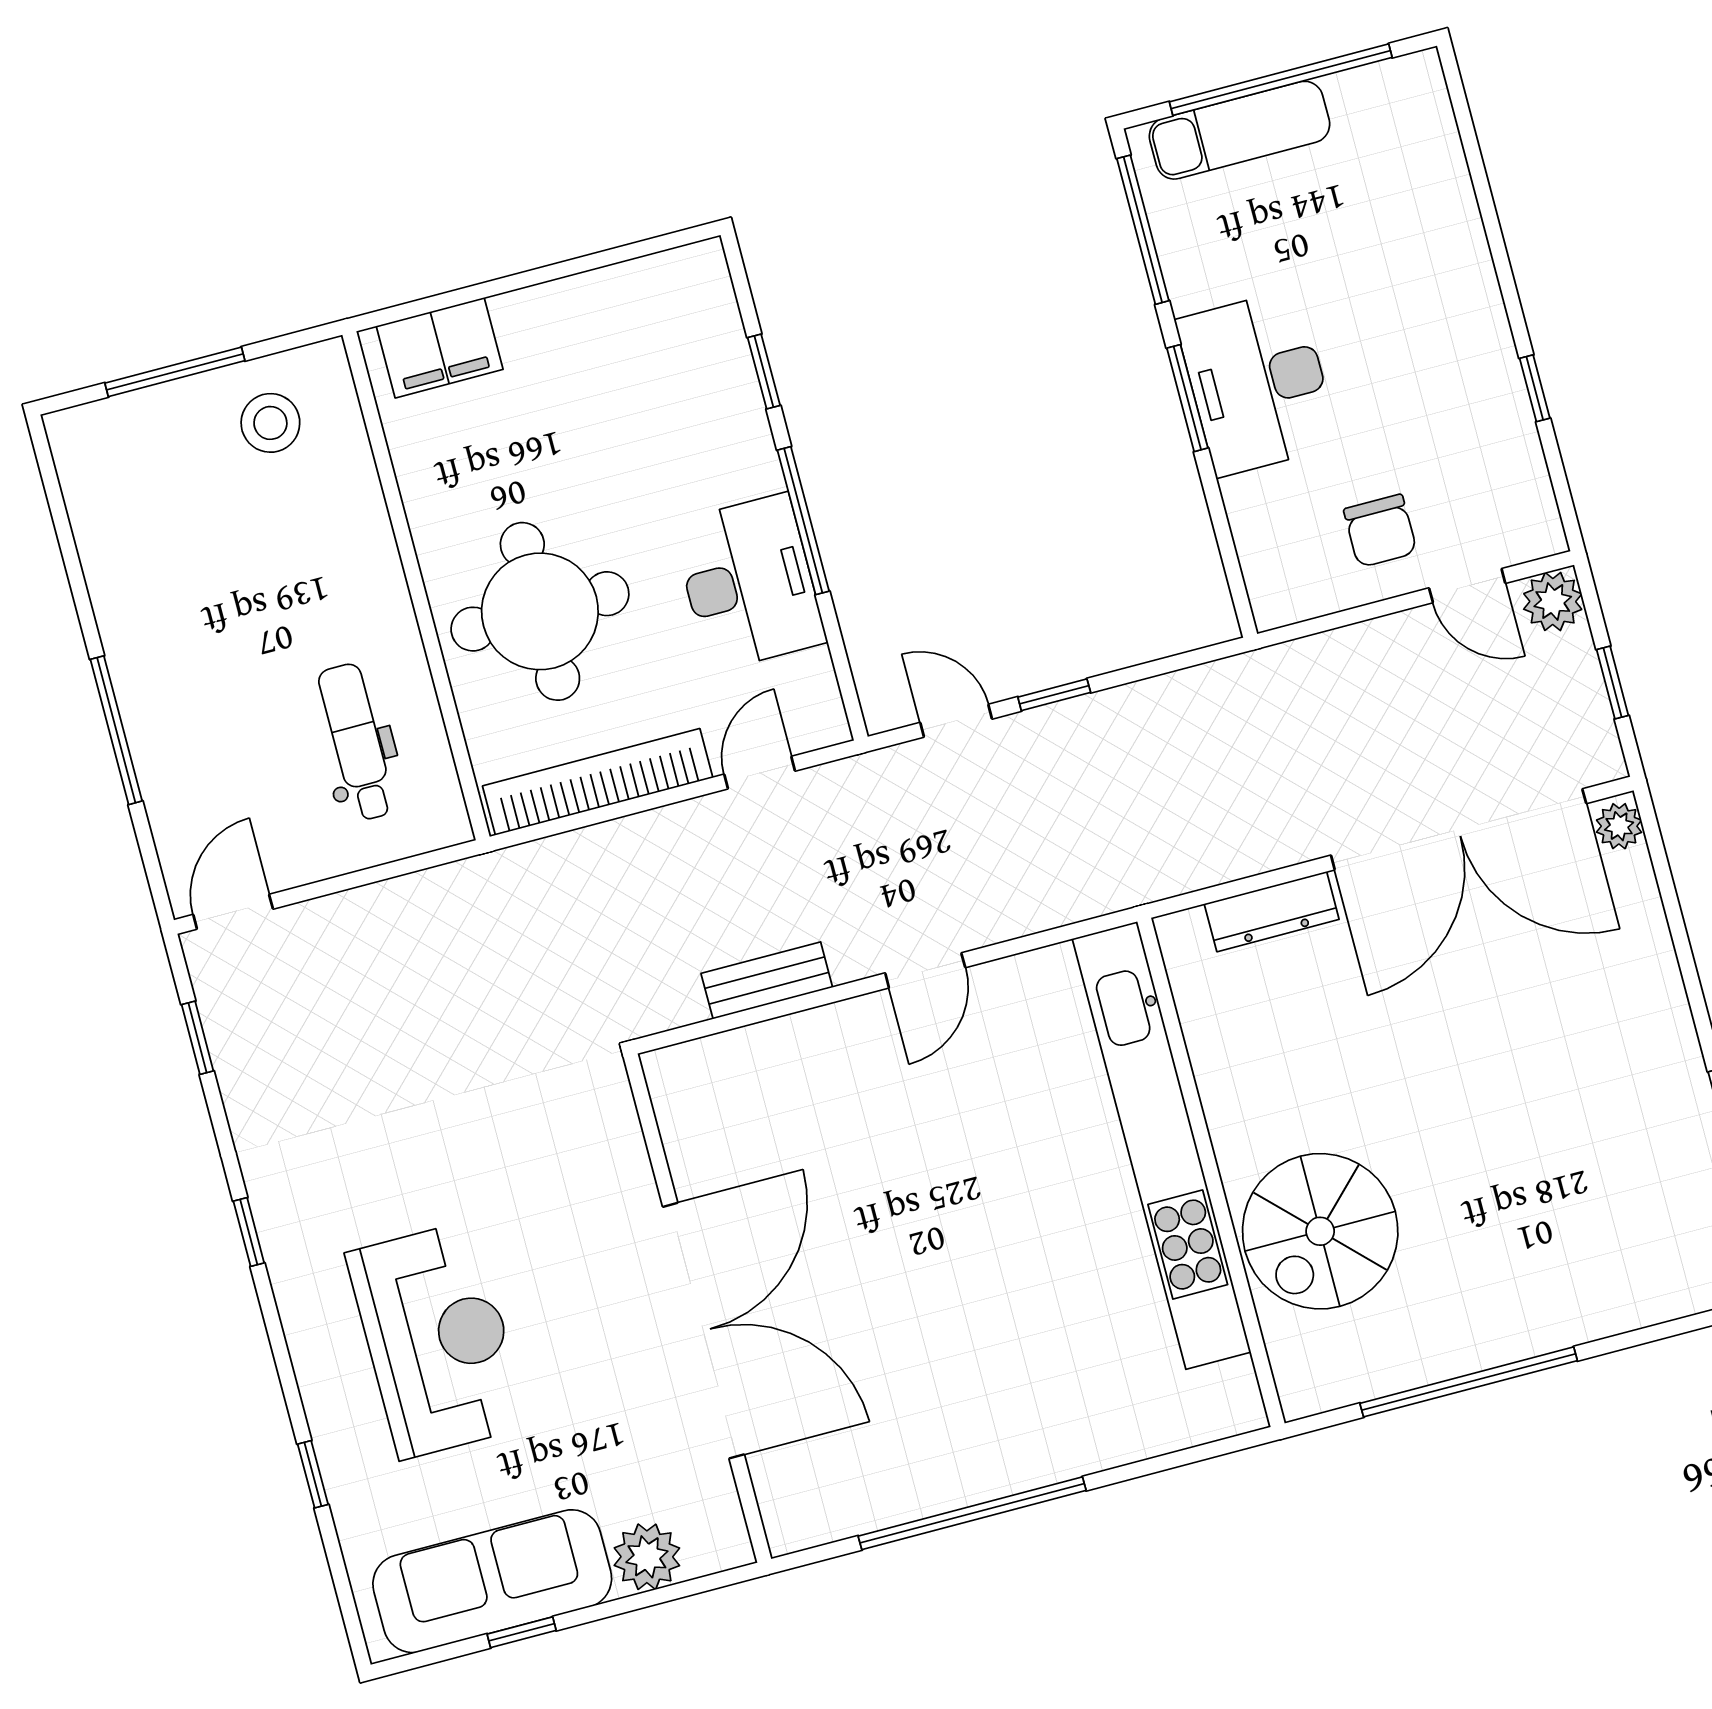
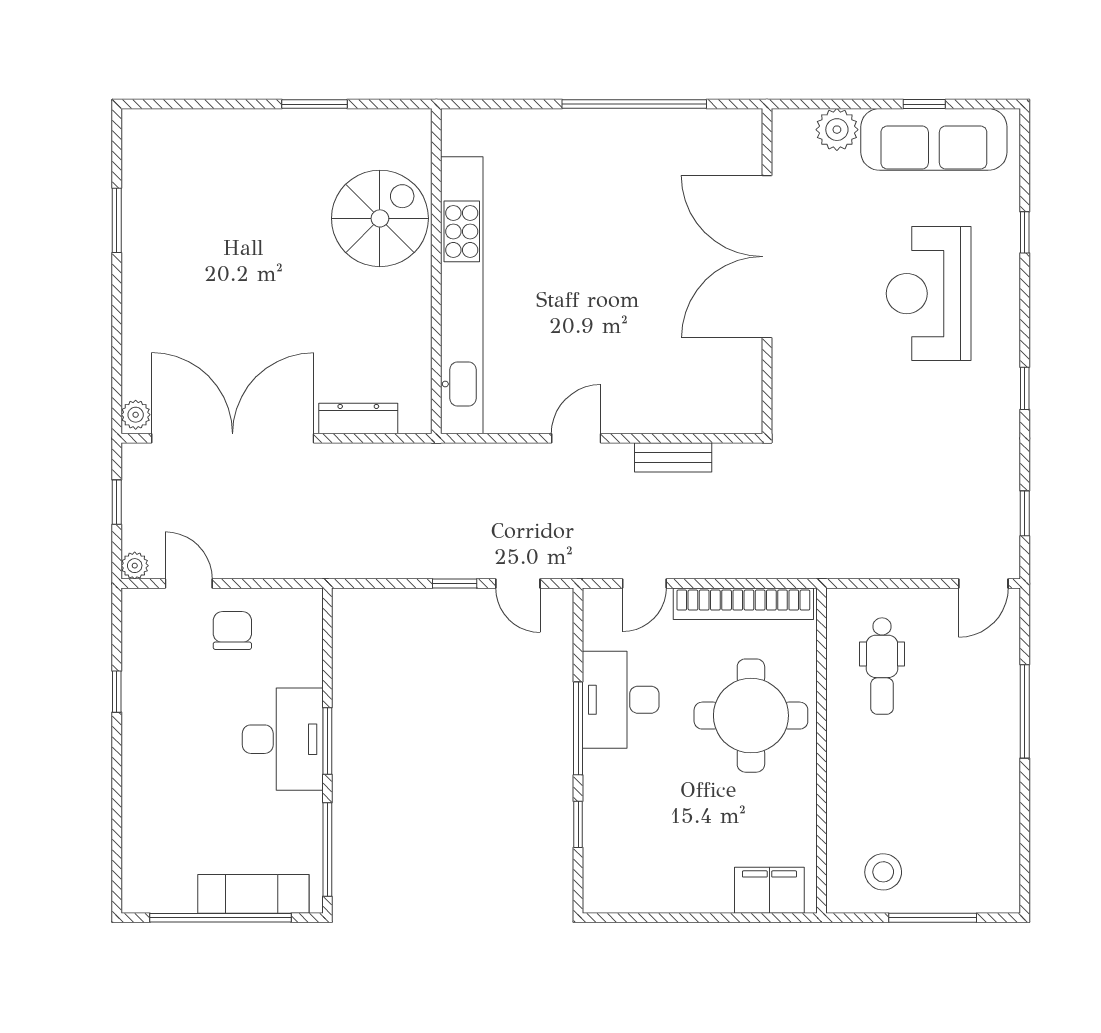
plant: (1553, 602) -> (135, 566), width x0.73, depth x0.73
window: (1469, 1382) -> (315, 104), width x0.47

